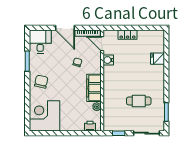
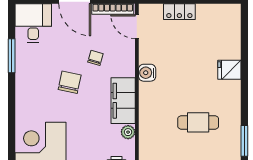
fridge: (157, 59) -> (229, 70), moved
water cooler: (108, 60) -> (147, 73), moved
chair: (41, 82) -> (70, 82), moved

